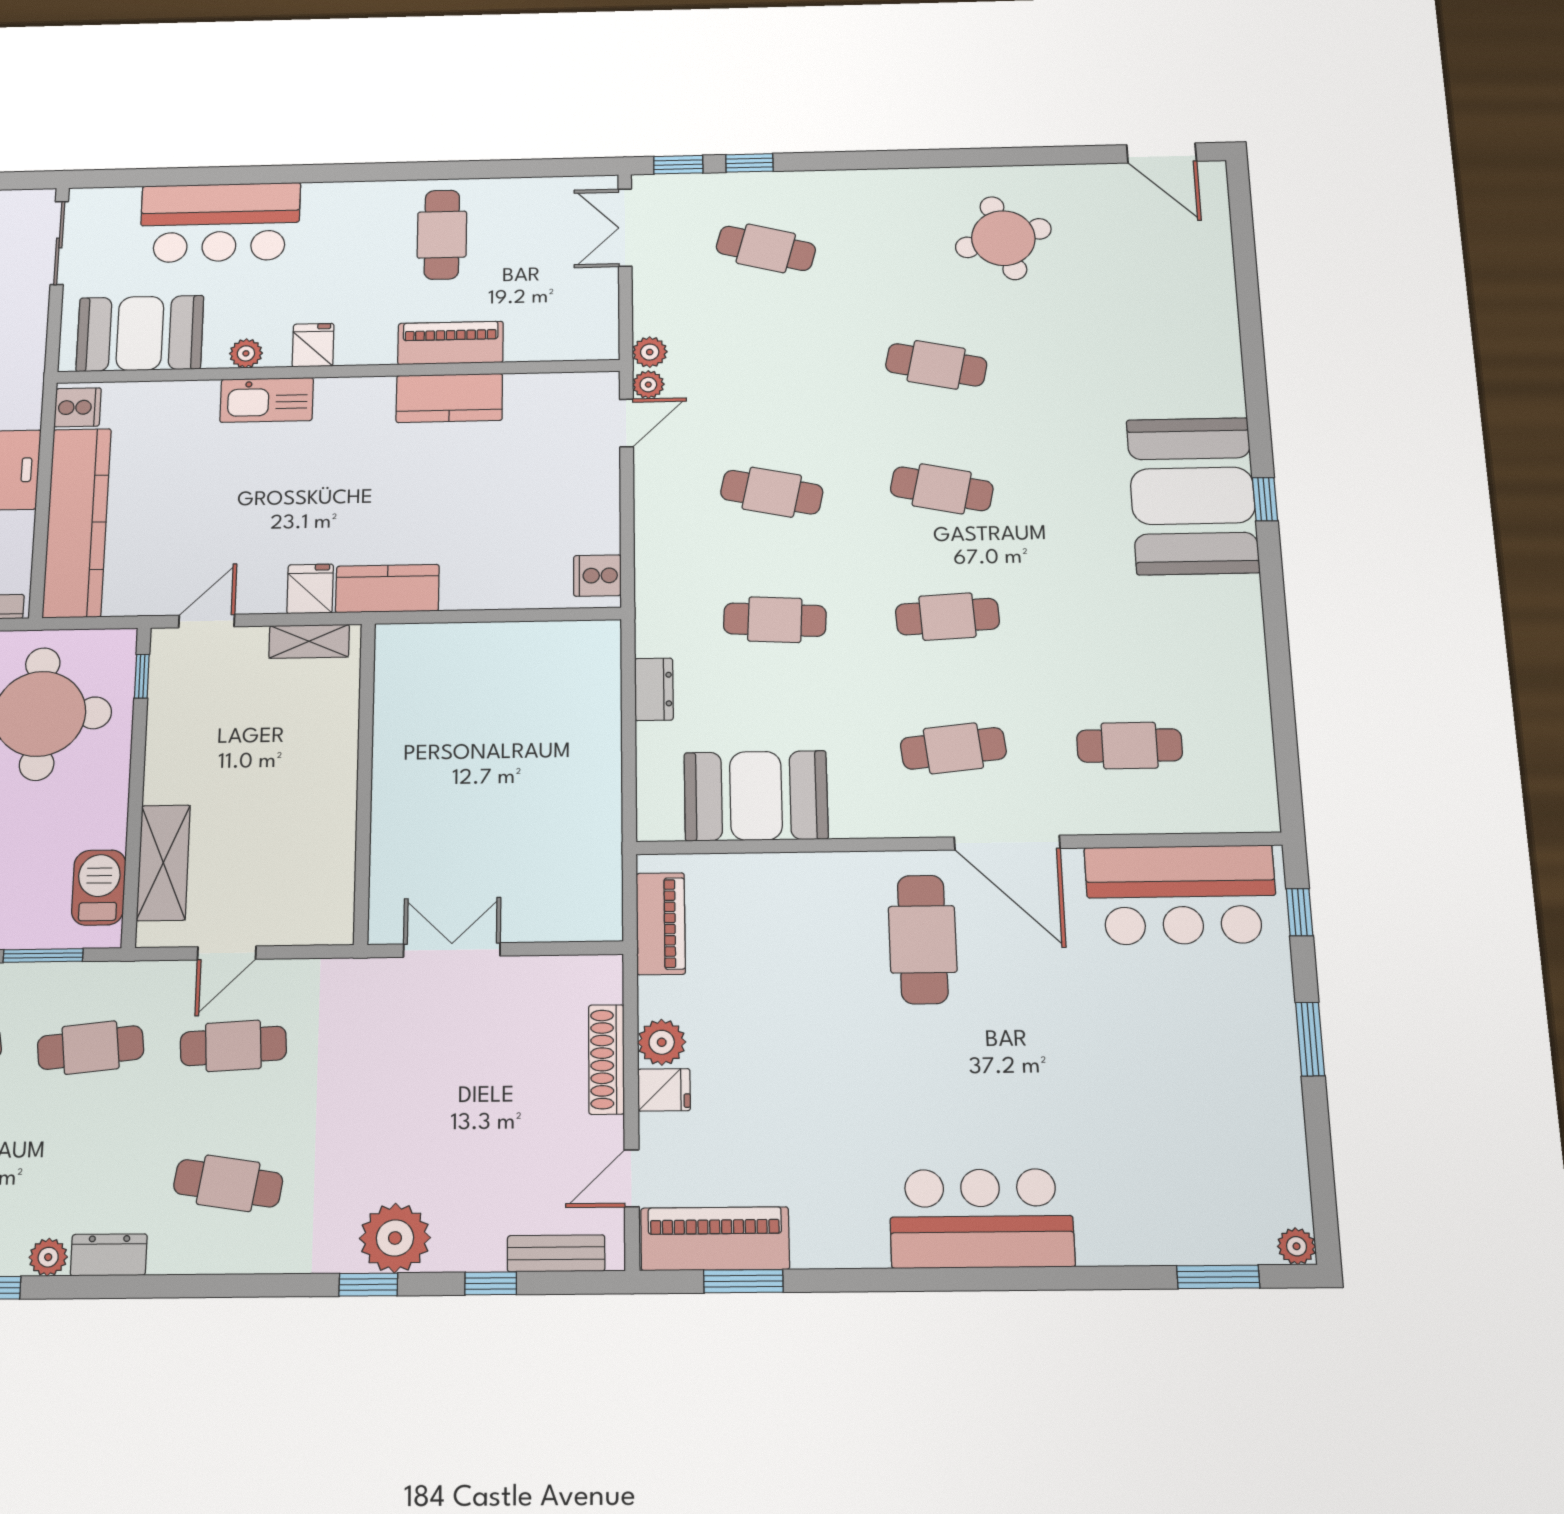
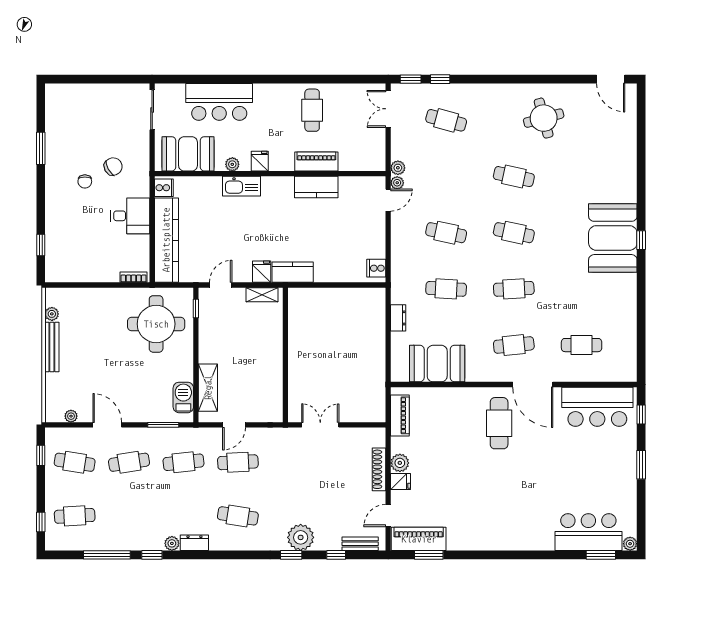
bar counter: (981, 1218) -> (588, 532), moved

